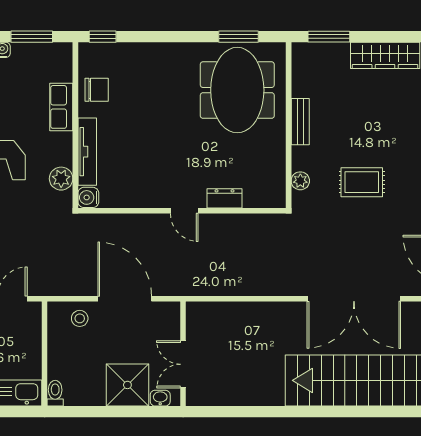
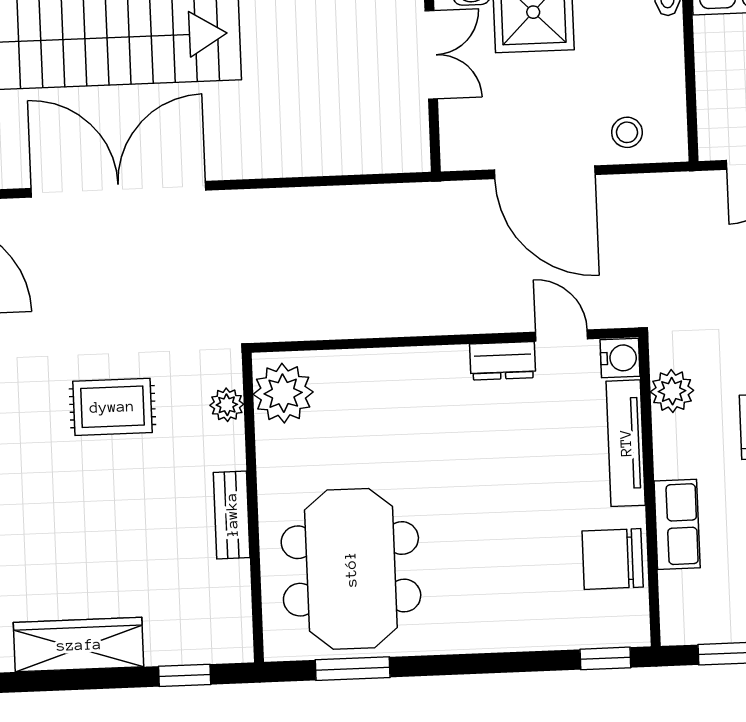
window: (329, 37) -> (185, 675), width x0.67
chair: (97, 90) -> (613, 559), width x1.37, depth x1.37
plant: (270, 186) -> (283, 393), added
dresser: (225, 198) -> (503, 361), moved
door: (184, 211) -> (562, 335), moved

